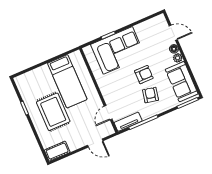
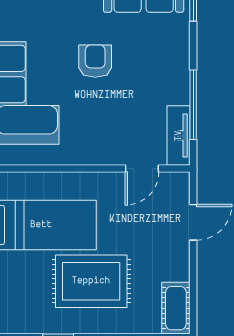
armchair: (151, 95) -> (144, 66), removed
door: (108, 113) -> (142, 169), hinge flipped

